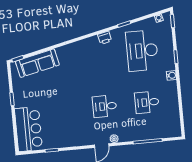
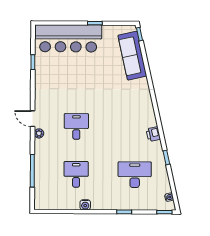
desk: (142, 51) -> (135, 175), width x0.73, depth x0.77
water cooler: (171, 75) -> (85, 205), moved
bar counter: (28, 129) -> (68, 38), width x1.36

